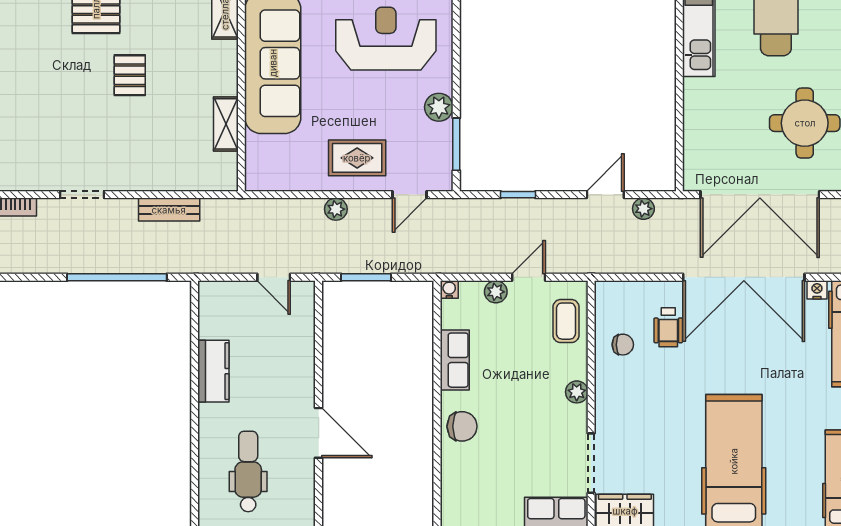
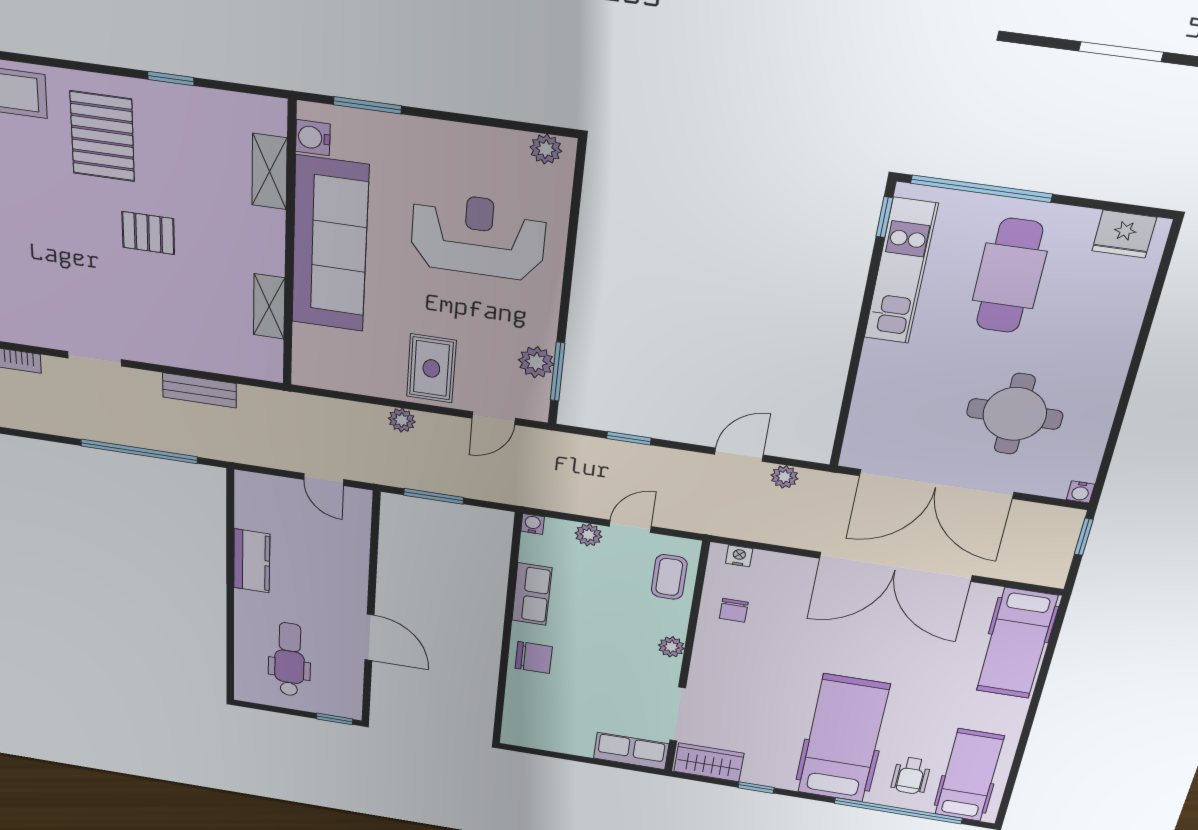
pallet: (130, 75) -> (148, 233), turned 90
plant: (439, 107) -> (536, 362), moved
rug: (357, 158) -> (431, 368), turned 90
nightstand: (817, 290) -> (739, 556), moved
wheelchair: (668, 327) -> (911, 776), moved
chair: (623, 345) -> (734, 610), turned 90

